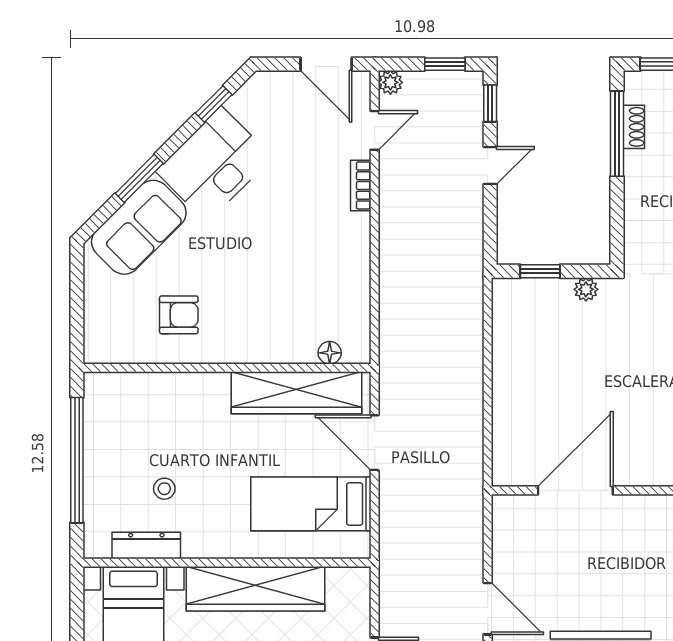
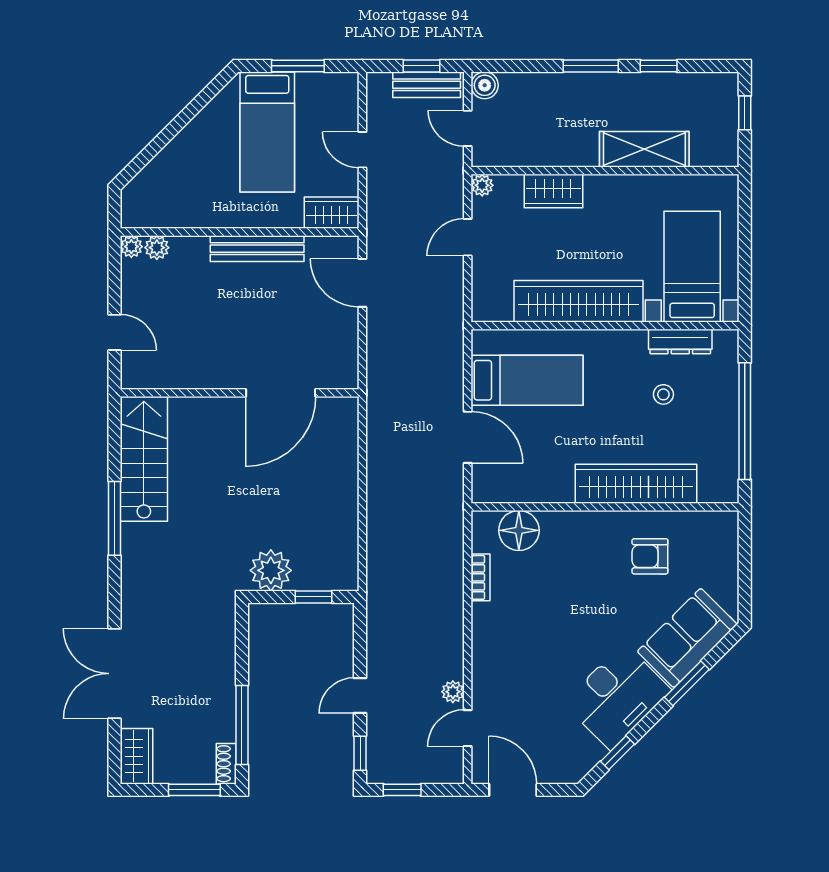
plant: (390, 82) -> (453, 692), moved
shoe rack: (634, 127) -> (226, 764), moved
bookcase: (361, 185) -> (481, 577), moved
plant: (586, 289) -> (271, 570), width x1.88, depth x1.88
floor lamp: (330, 353) -> (519, 530), width x1.89, depth x1.89
wardrobe: (297, 393) -> (636, 484), moved

